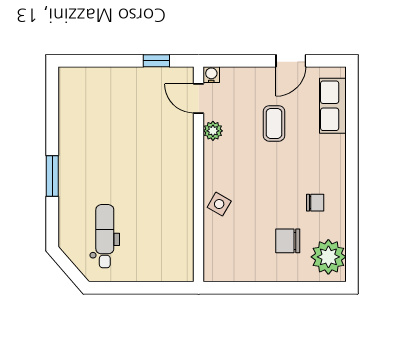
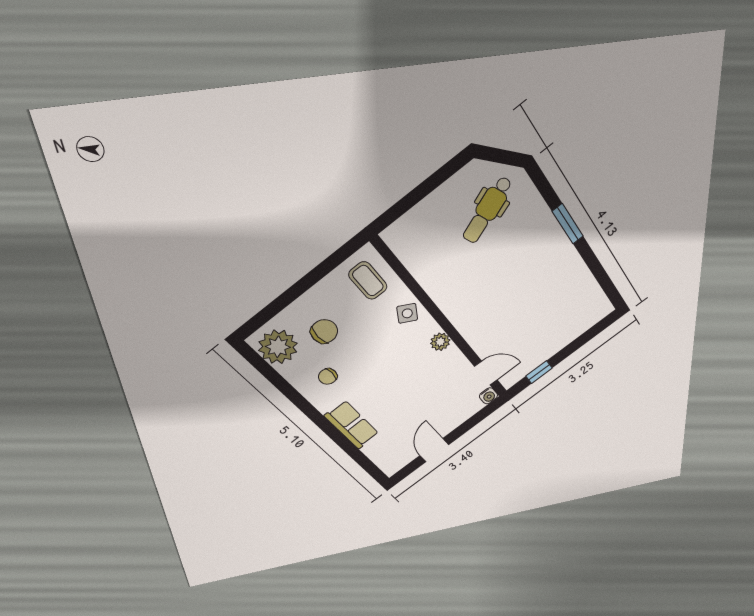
row of seats: (333, 106) -> (352, 425), moved
coffee table: (274, 123) -> (368, 281), moved
plant: (213, 131) -> (440, 342), moved
dental chair: (105, 236) -> (487, 210), turned 68

